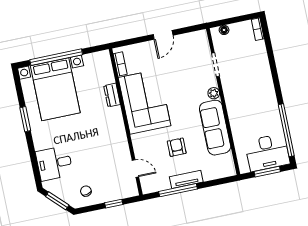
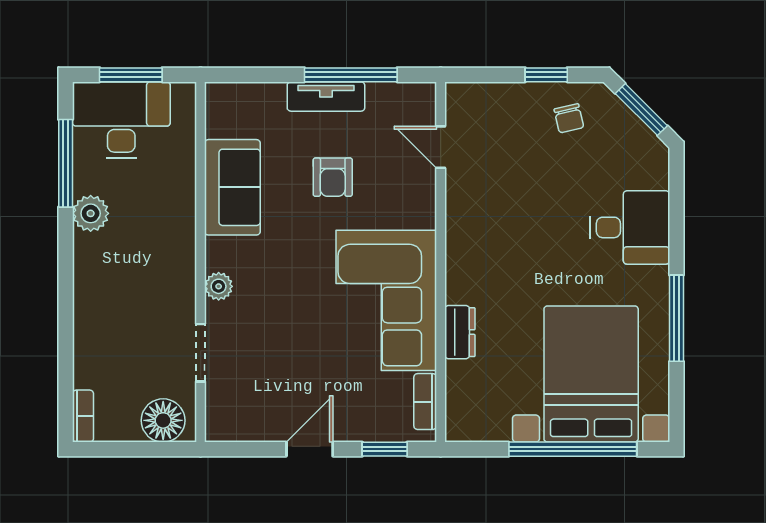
floor lamp: (224, 30) -> (163, 420), width x1.89, depth x1.89
window: (133, 41) -> (385, 449), added
plant: (272, 112) -> (91, 213), added
window: (25, 119) -> (676, 318), width x1.44
sofa: (215, 128) -> (232, 187), width x0.73
window: (286, 130) -> (66, 163), width x0.68
desk: (54, 163) -> (630, 227), moved
window: (114, 204) -> (546, 75), moved

